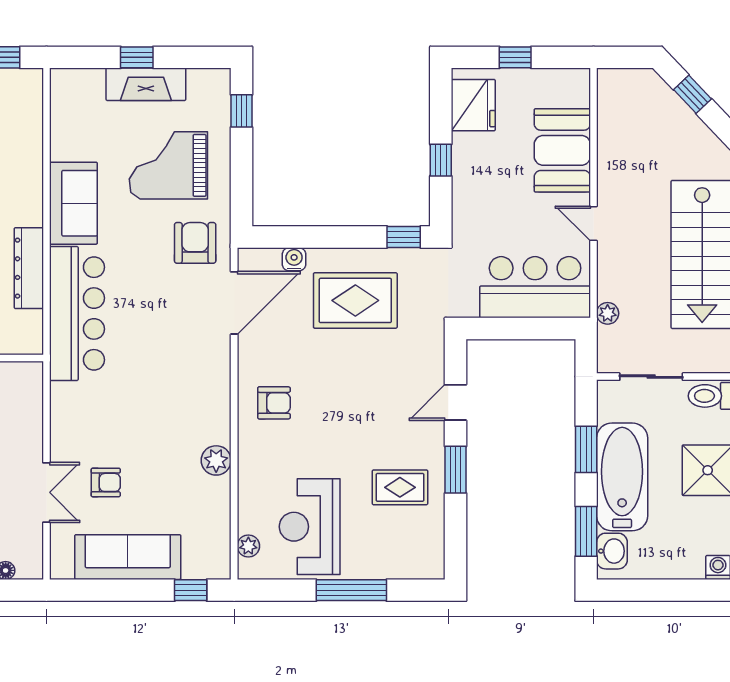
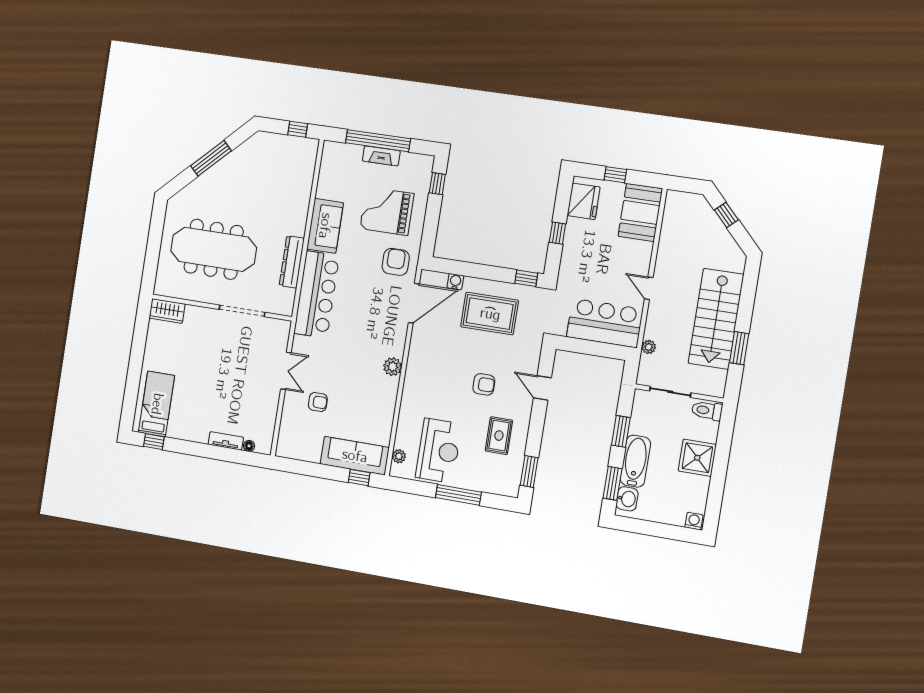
window: (137, 57) -> (378, 141), width x3.17
fireplace: (146, 84) -> (381, 156), width x0.73, depth x0.76
booth: (562, 150) -> (640, 212), moved
door: (456, 402) -> (542, 388), hinge flipped
armchair: (274, 403) -> (484, 384), moved
plant: (216, 460) -> (393, 367), moved
window: (456, 470) -> (529, 472), moved
bathtub: (622, 477) -> (635, 461), width x0.73, depth x0.73
rug: (400, 487) -> (499, 436), turned 90
double door: (46, 492) -> (286, 371), moved
reception desk: (310, 527) -> (439, 451), turned 180
sofa: (128, 557) -> (355, 456), moved

